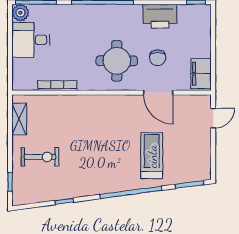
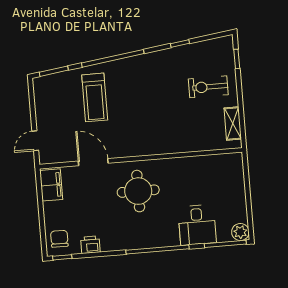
printer: (160, 16) -> (90, 245), width x0.53, depth x0.68
desk: (31, 40) -> (197, 225), moved, turned 90
chair: (158, 58) -> (59, 239), moved
bookcase: (57, 86) -> (197, 161), removed

